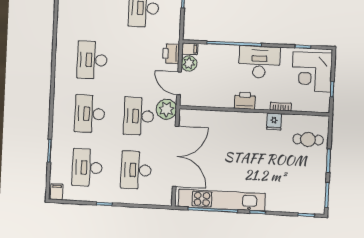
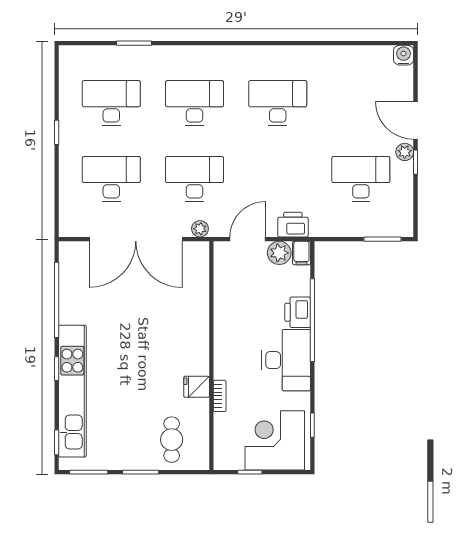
printer: (245, 101) -> (298, 312), moved, turned 180
plant: (166, 109) -> (200, 229), width x0.53, depth x0.53
filing cabinet: (57, 192) -> (71, 57), removed
kitchen unit: (222, 200) -> (72, 391), moved

